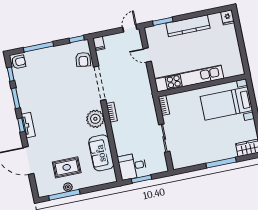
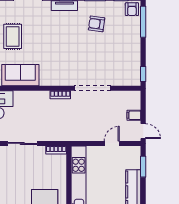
filing cabinet: (99, 44) -> (134, 115), moved
window: (38, 47) -> (143, 22), moved
armchair: (83, 59) -> (97, 24), moved
plant: (95, 119) -> (57, 76), removed

